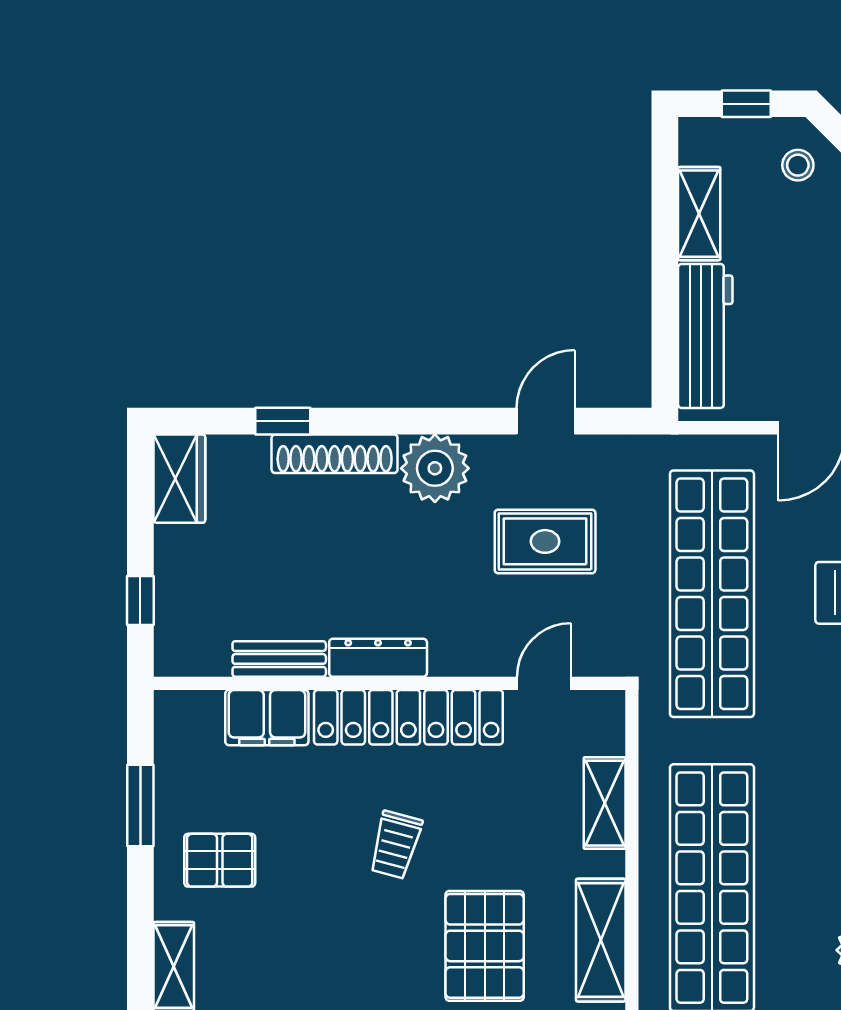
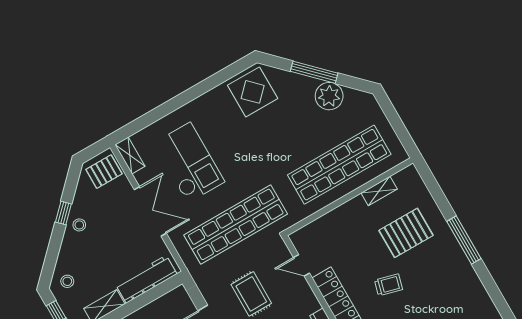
shelving: (605, 803) -> (331, 220), removed
shelving: (601, 940) -> (379, 191), width x0.67, depth x0.75

